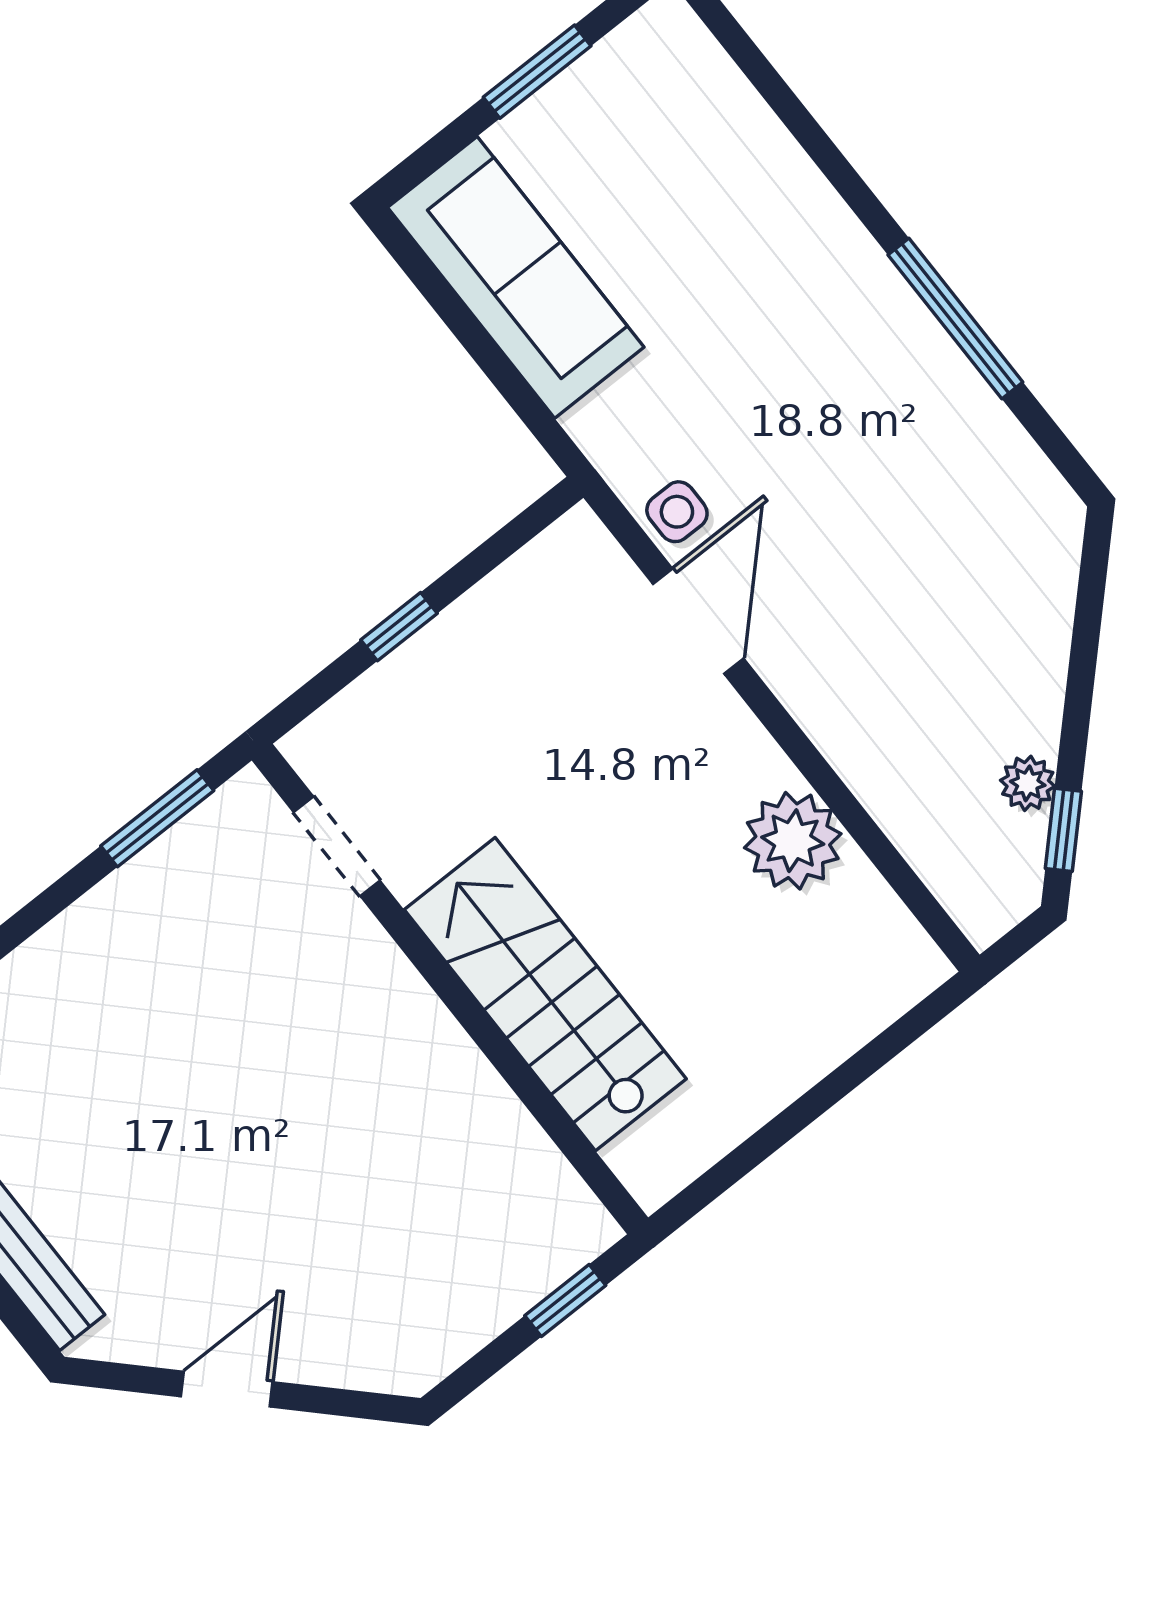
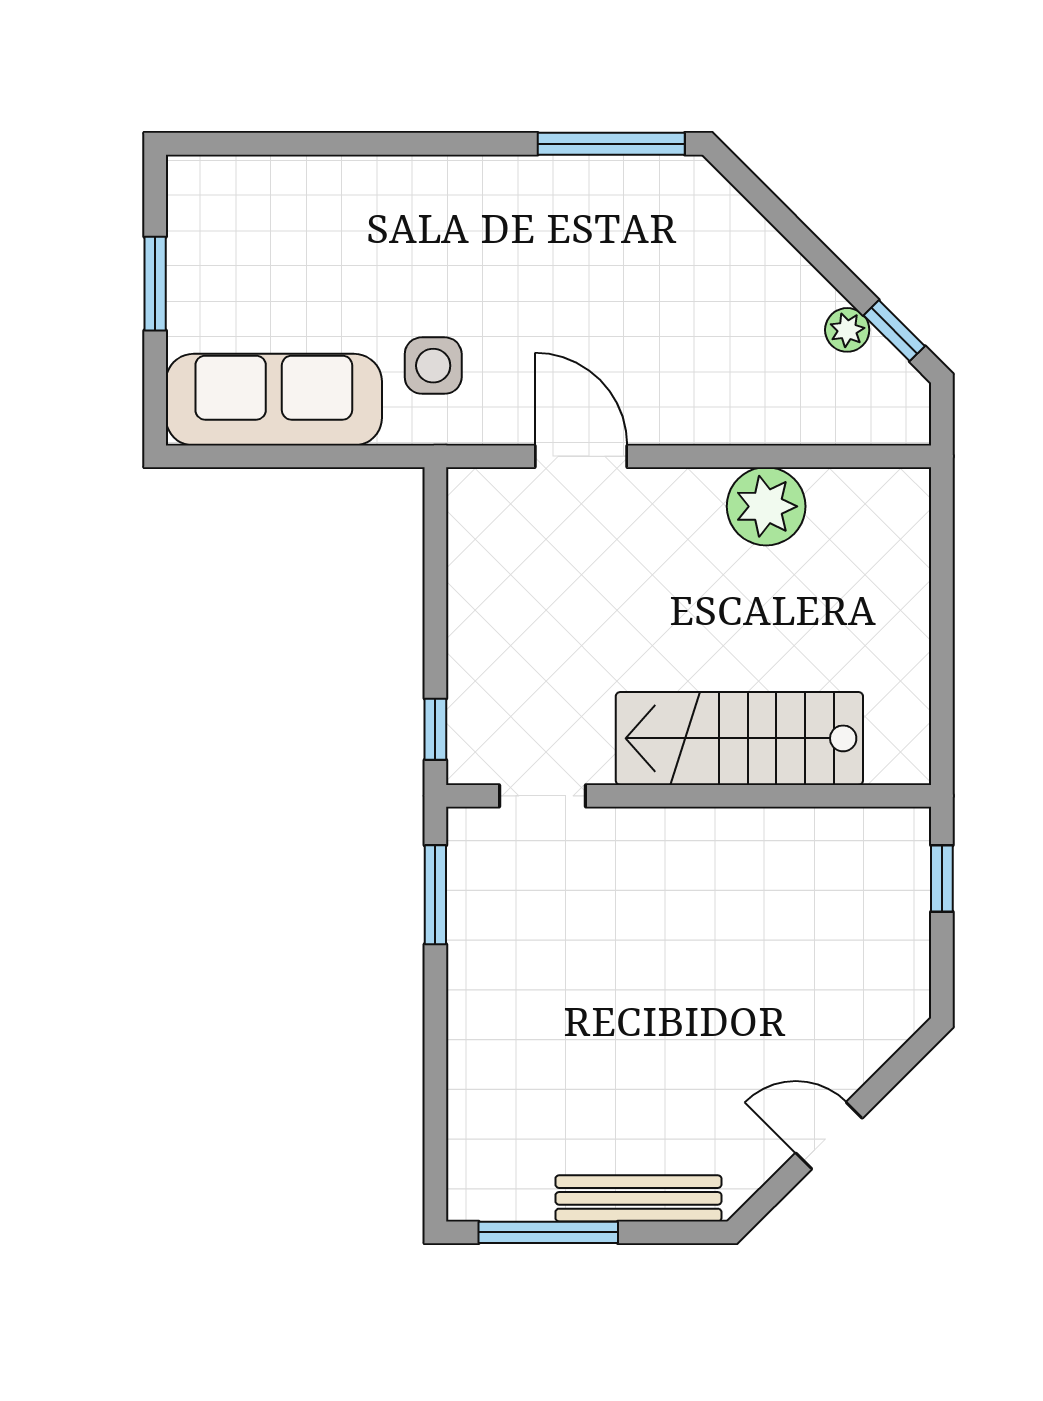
window: (955, 319) -> (611, 144), moved
side table: (677, 512) -> (433, 366), moved, width x1.37, depth x1.37
window: (399, 627) -> (435, 729), moved
door: (227, 1389) -> (829, 1136), hinge flipped

